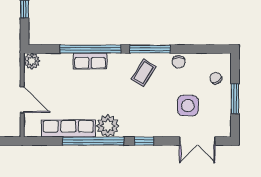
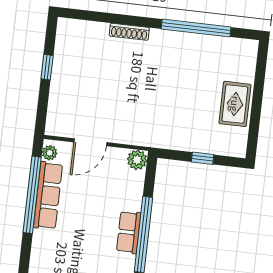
plant: (108, 126) -> (50, 153), moved, width x0.53, depth x0.53
window: (93, 141) -> (32, 195), moved

